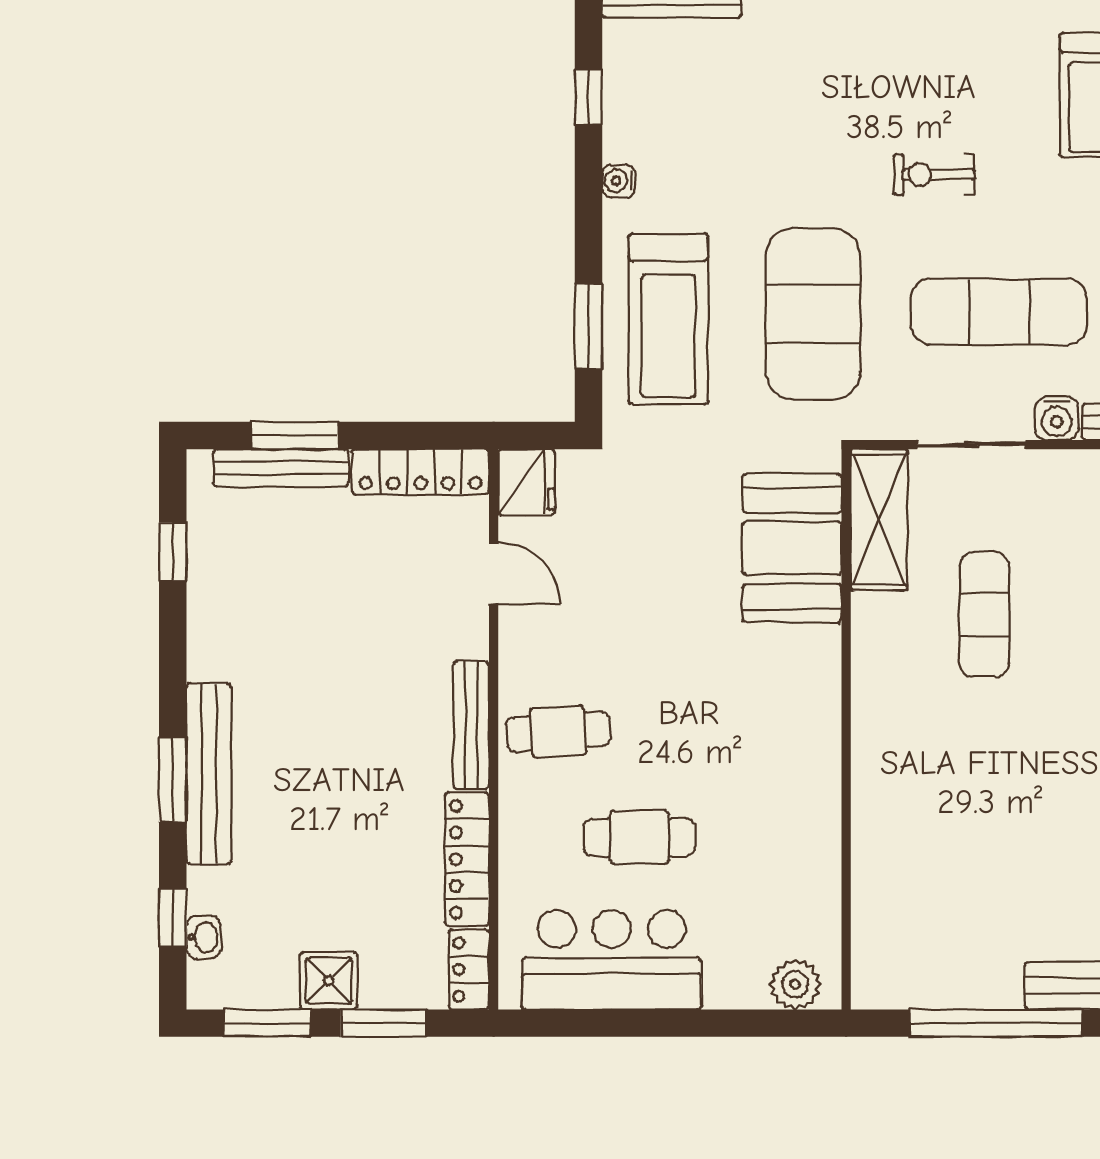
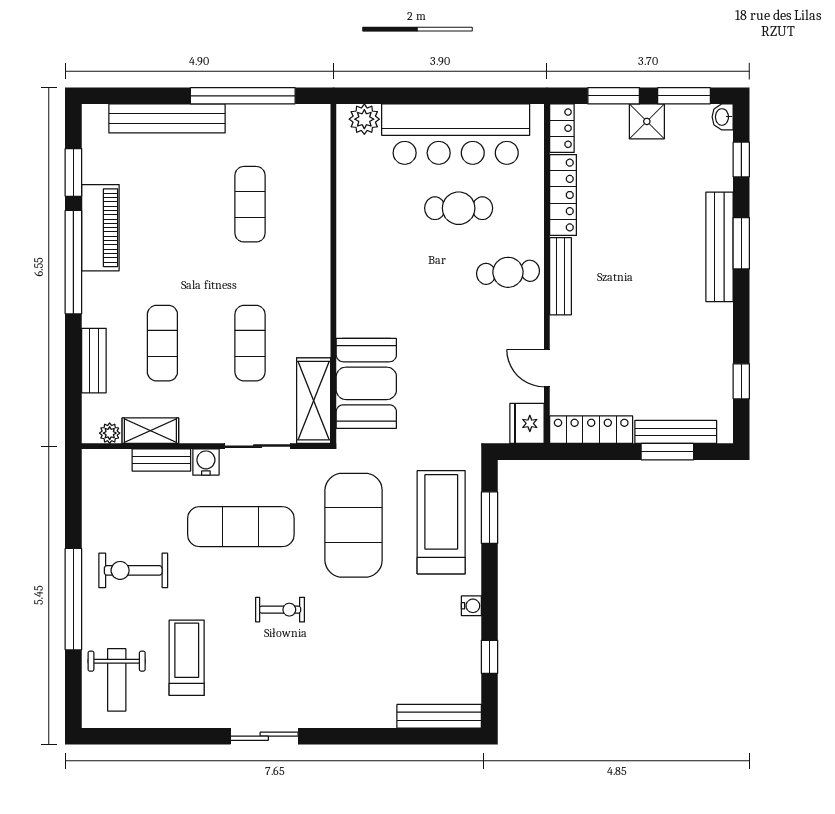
exercise mat: (984, 844) -> (250, 204), added
washbasin: (204, 937) -> (723, 117), moved
bar counter: (612, 960) -> (456, 134), width x1.36

